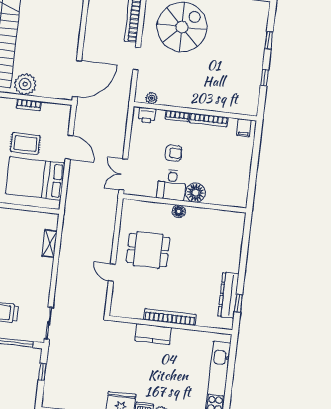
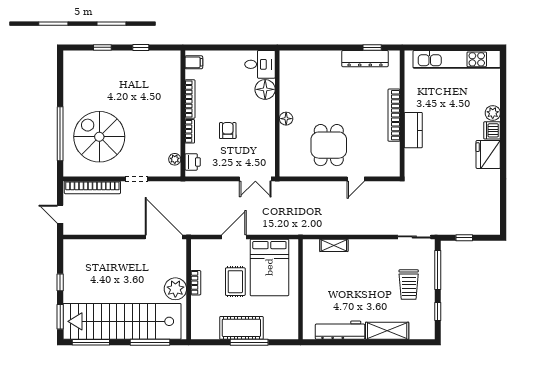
desk: (172, 185) -> (260, 64), moved
floor lamp: (196, 193) -> (265, 89), moved

